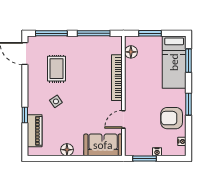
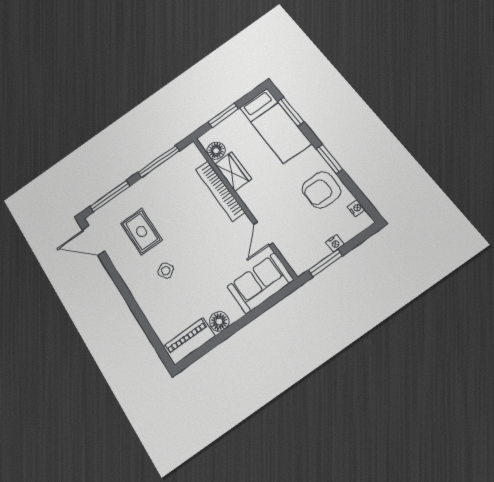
wardrobe: (132, 72) -> (233, 171), added
window: (25, 115) -> (139, 314), removed
piano: (35, 131) -> (189, 341), moved, turned -90

